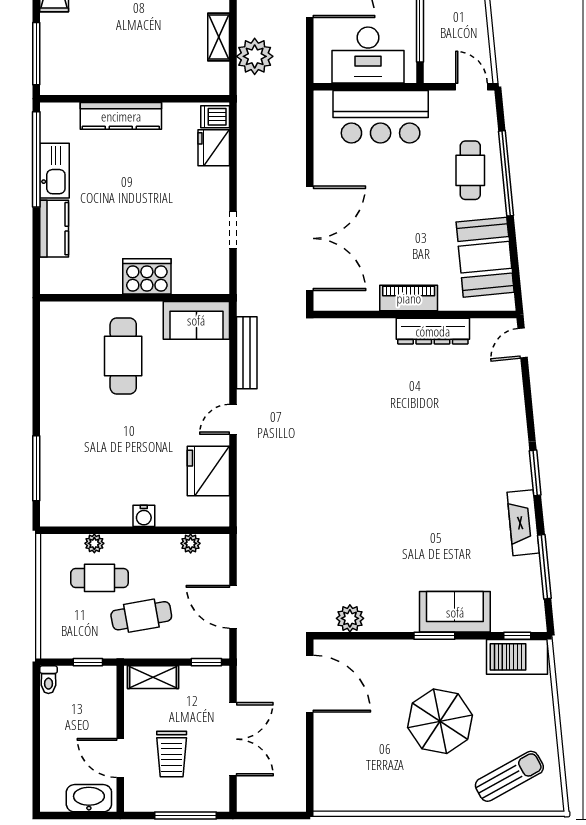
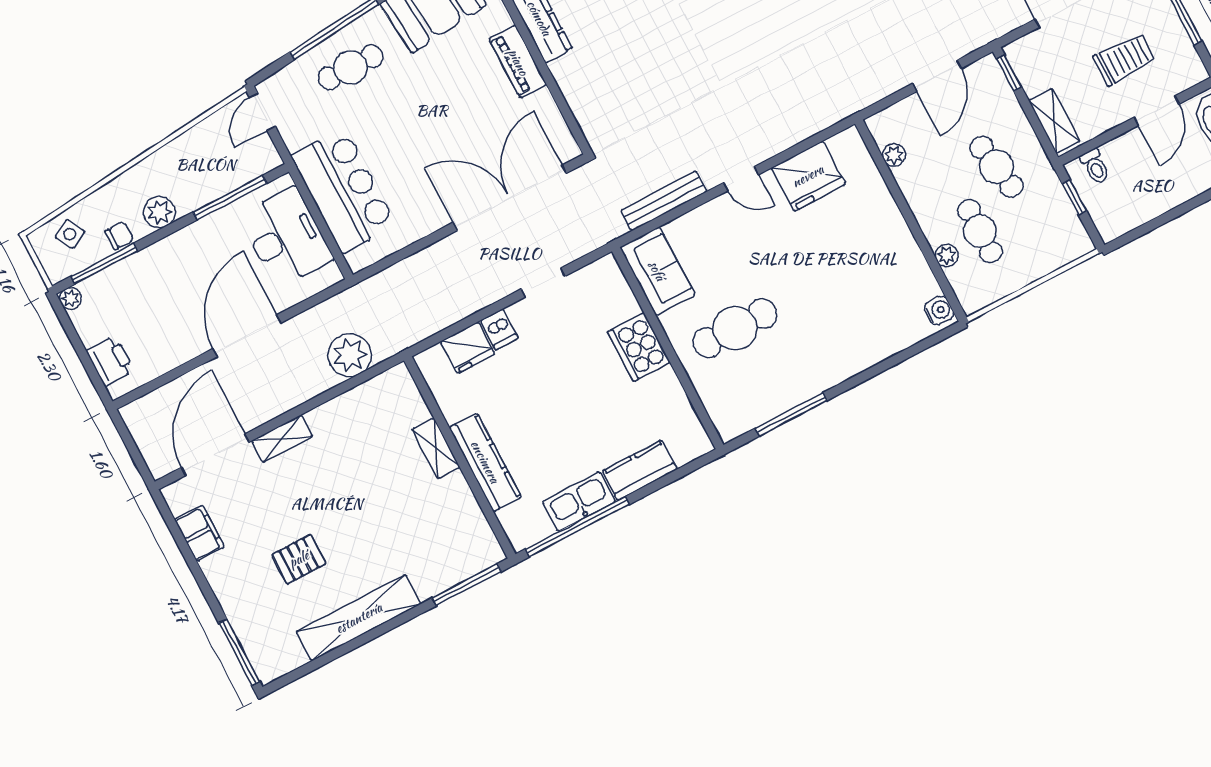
shelving: (219, 37) -> (436, 448), moved, turned 90
dishwasher: (215, 117) -> (499, 329), moved
window: (36, 468) -> (791, 414), moved
water cooler: (144, 516) -> (939, 311), moved
toilet: (48, 680) -> (1095, 166), moved, turned 90

